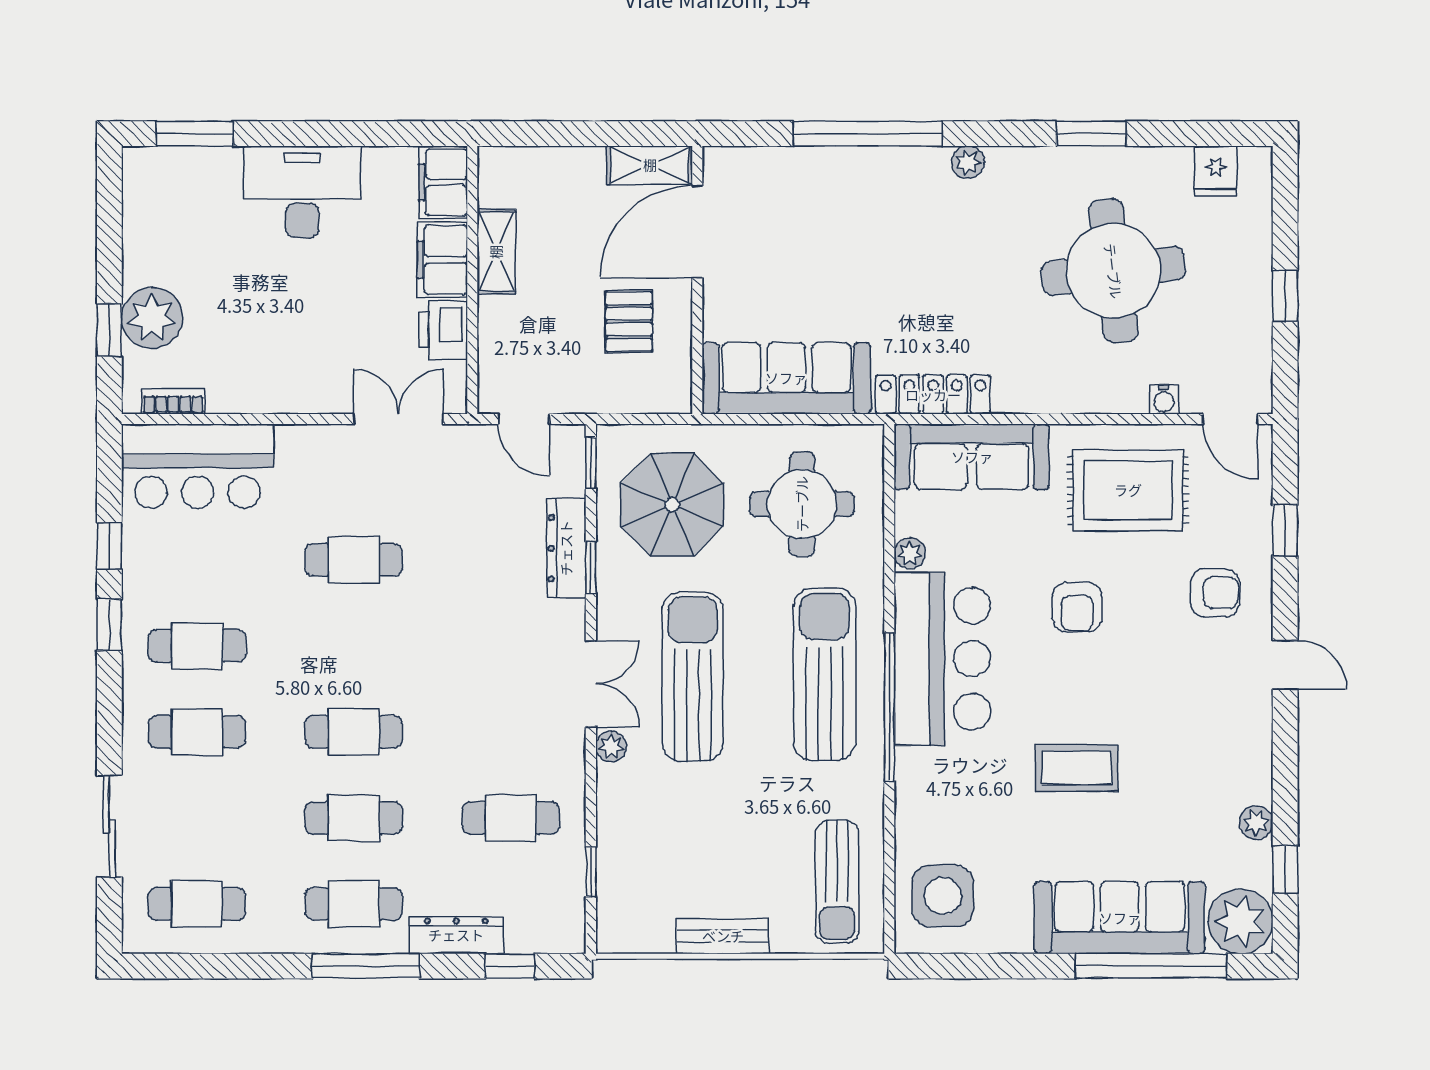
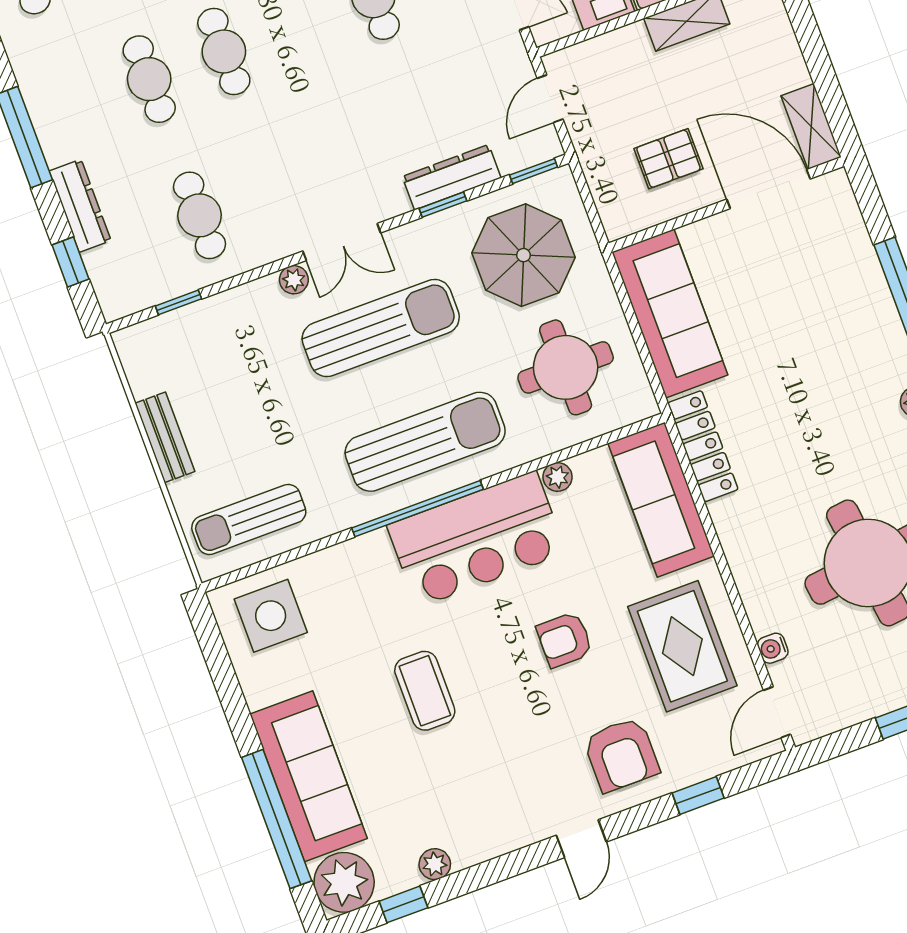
armchair: (1215, 593) -> (621, 755), width x1.38, depth x1.38
cafe table: (354, 904) -> (74, 107), removed

